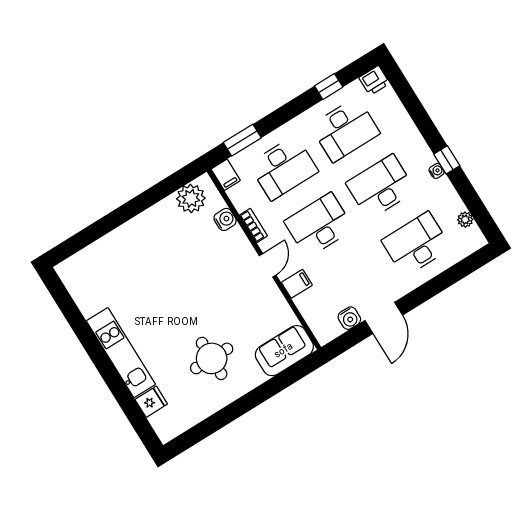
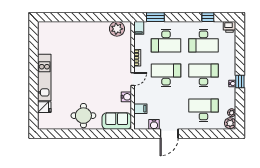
water cooler: (225, 219) -> (126, 97), moved
plant: (473, 238) -> (230, 123), added
filing cabinet: (297, 284) -> (140, 109), moved
round table: (212, 358) -> (83, 116), moved

